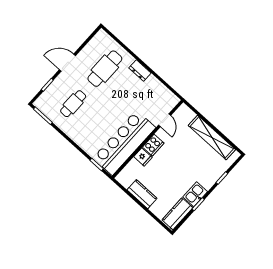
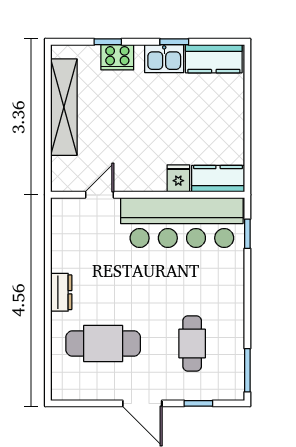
cafe table: (73, 104) -> (192, 343), turned 90
cooker: (153, 145) -> (117, 57), moved, turned 180
kitchen counter: (142, 194) -> (218, 179), moved, turned 90

